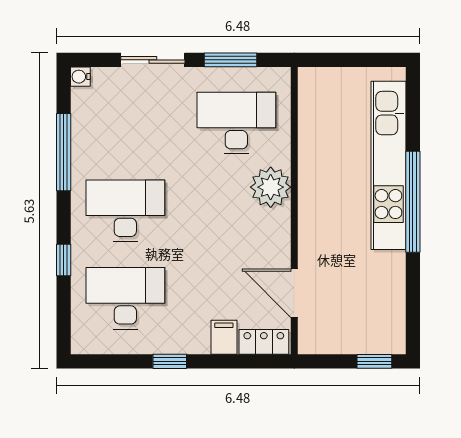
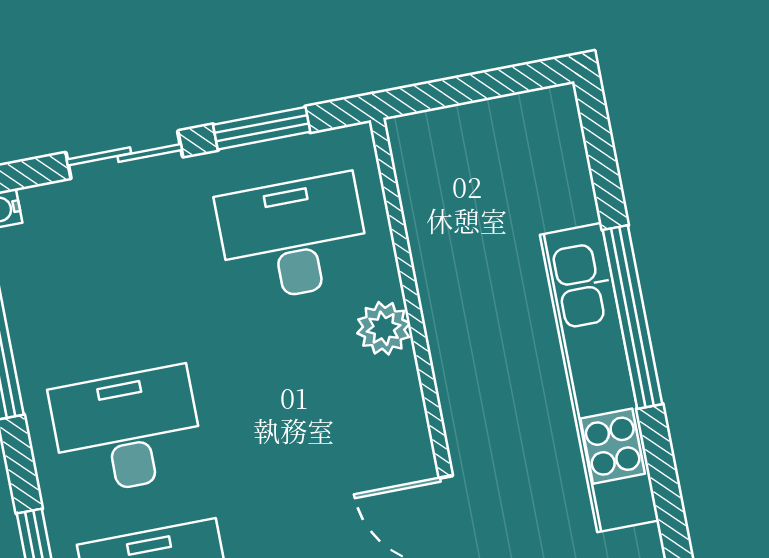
kitchen unit: (388, 165) -> (599, 378), moved
plant: (271, 187) -> (384, 328), width x0.73, depth x0.73

